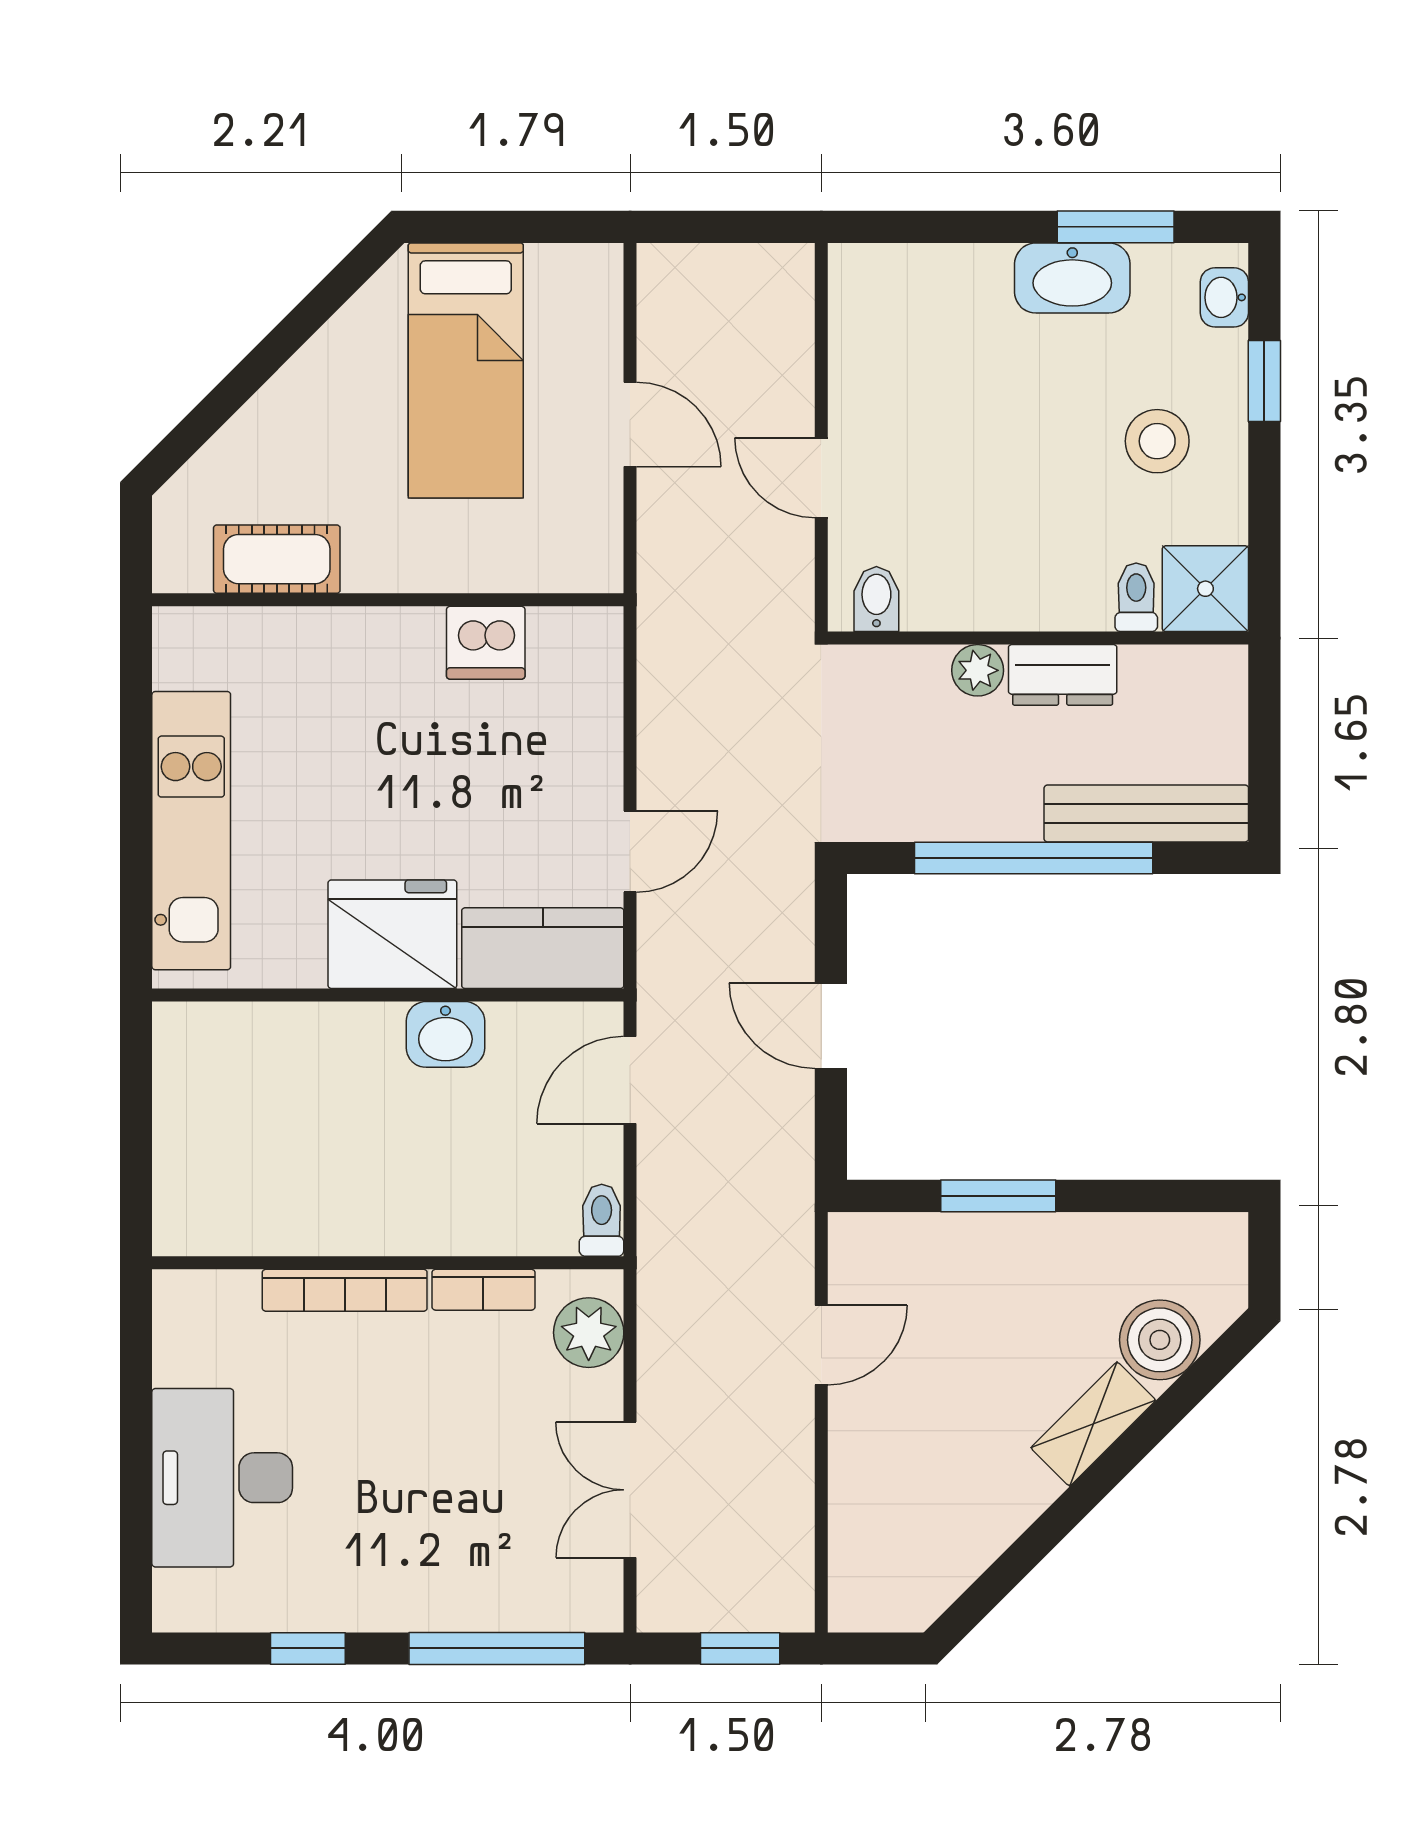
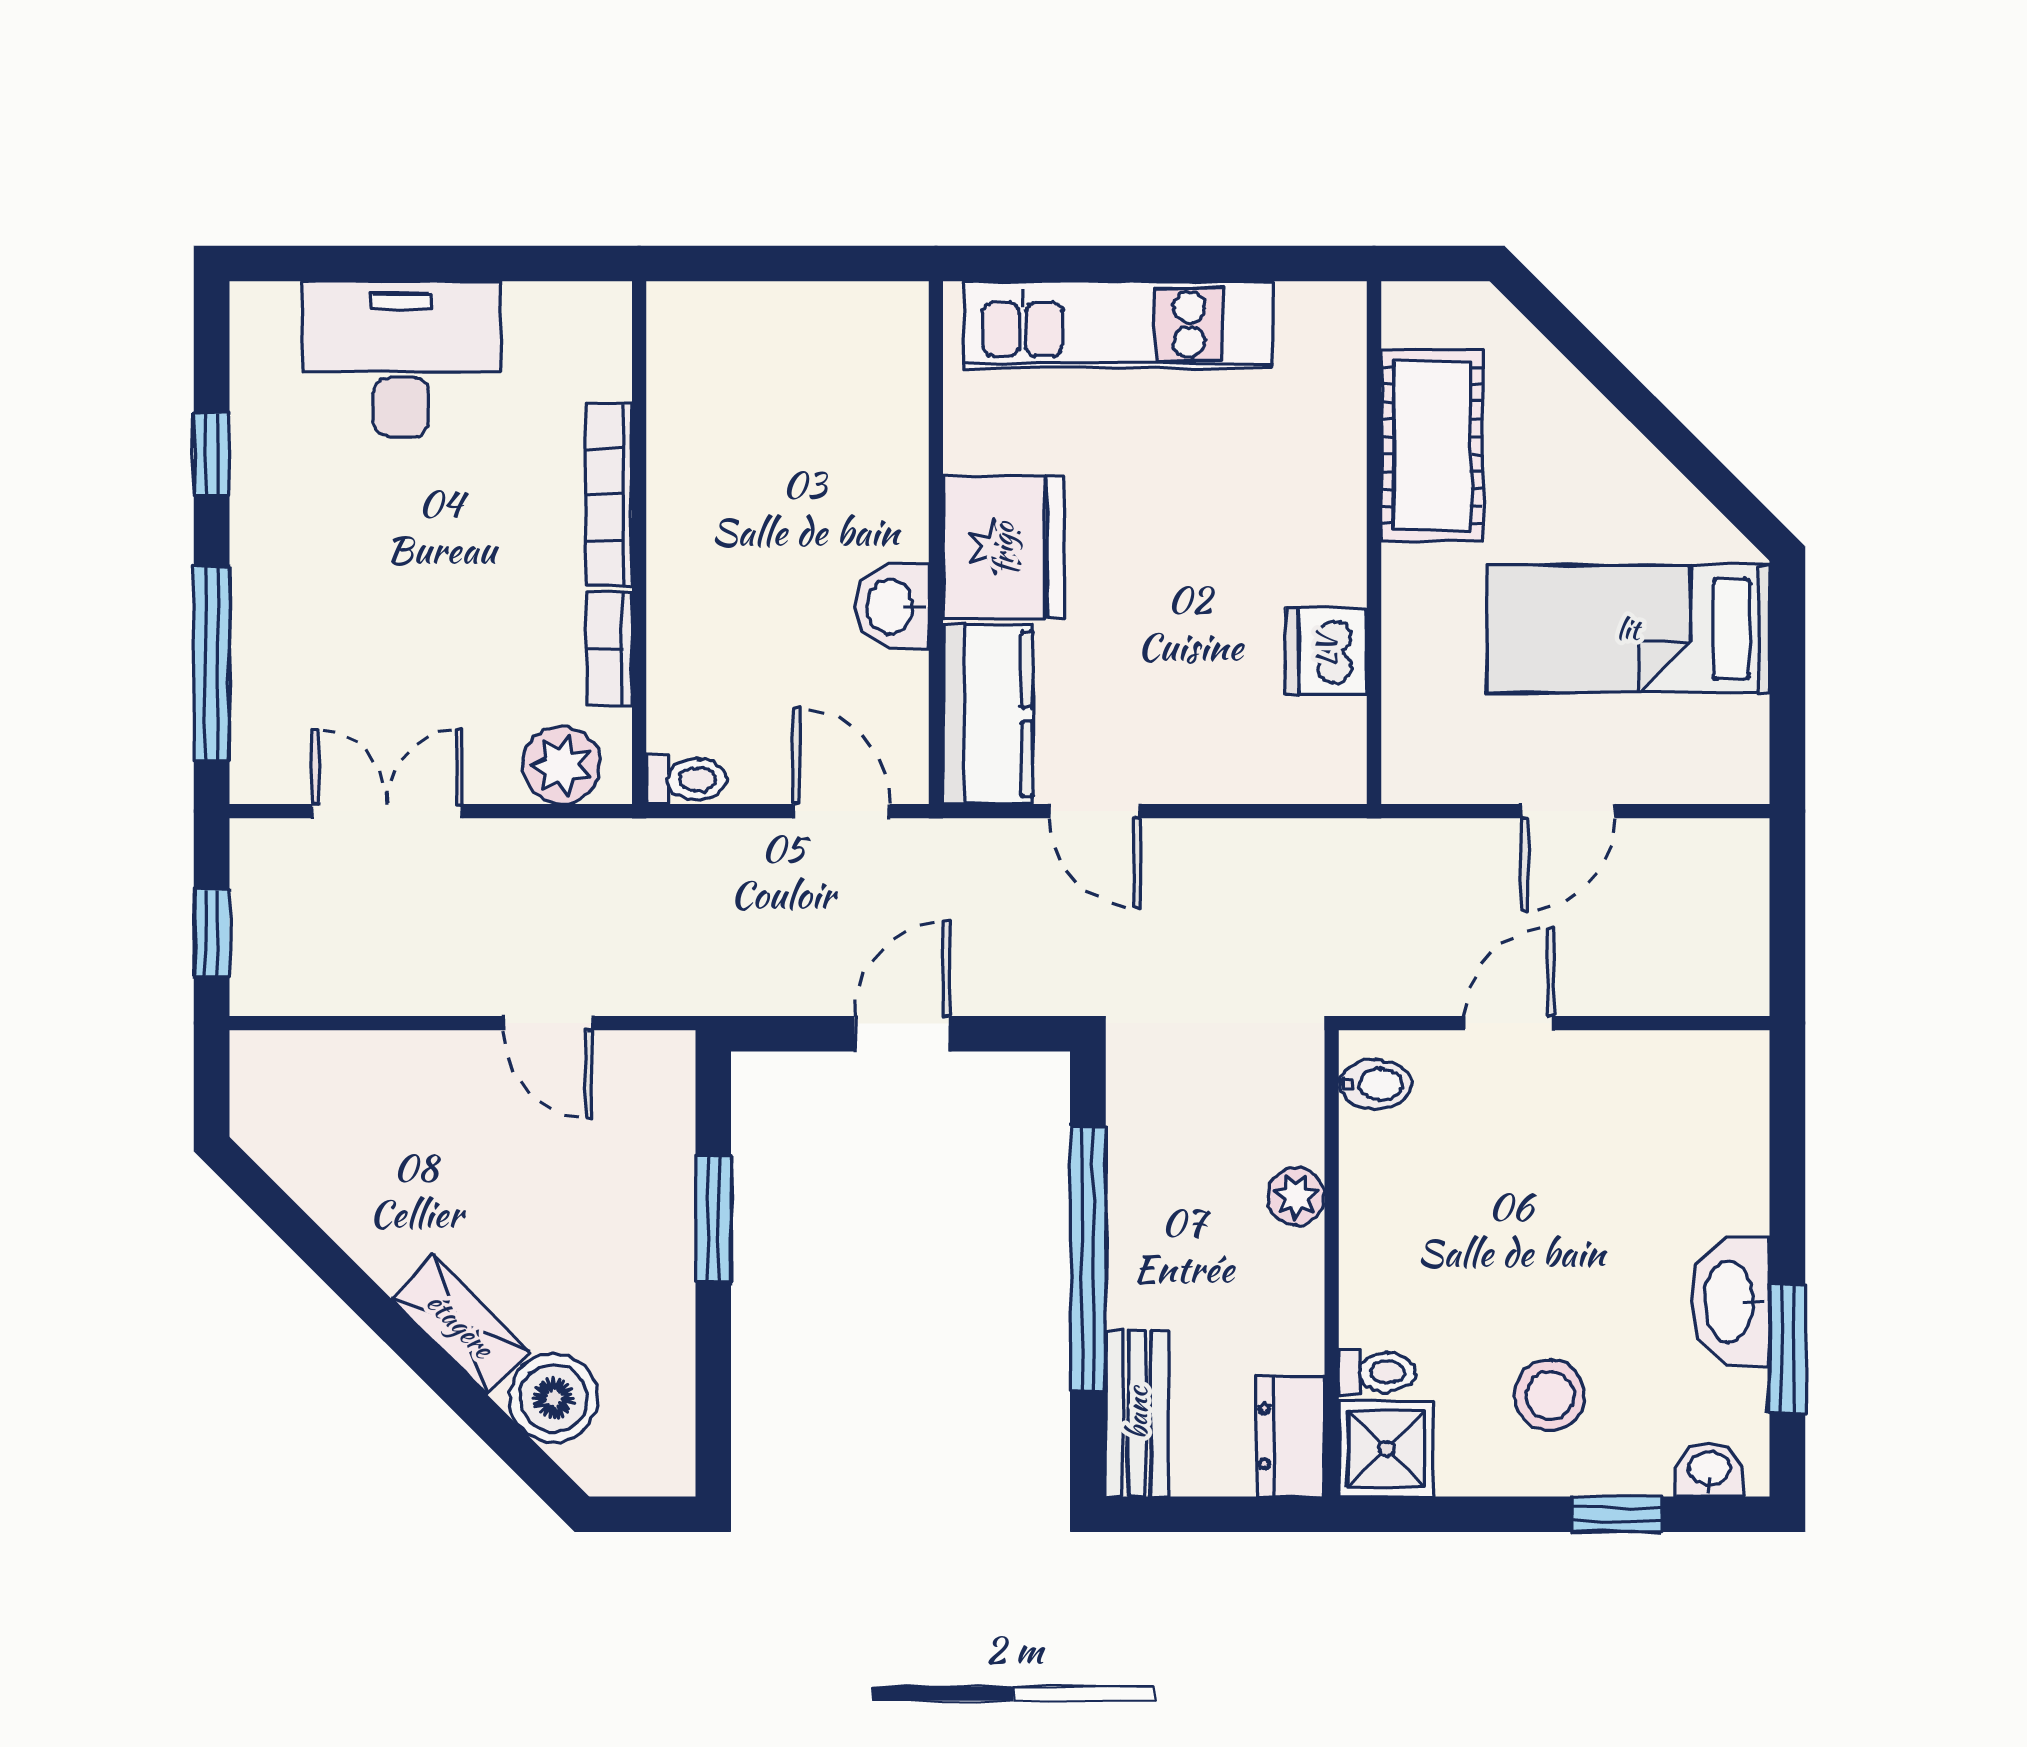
cot: (277, 559) -> (1432, 445), width x1.37, depth x1.34
dresser: (1063, 675) -> (1291, 1437), moved
bench: (1146, 813) -> (1137, 1413), width x0.73

